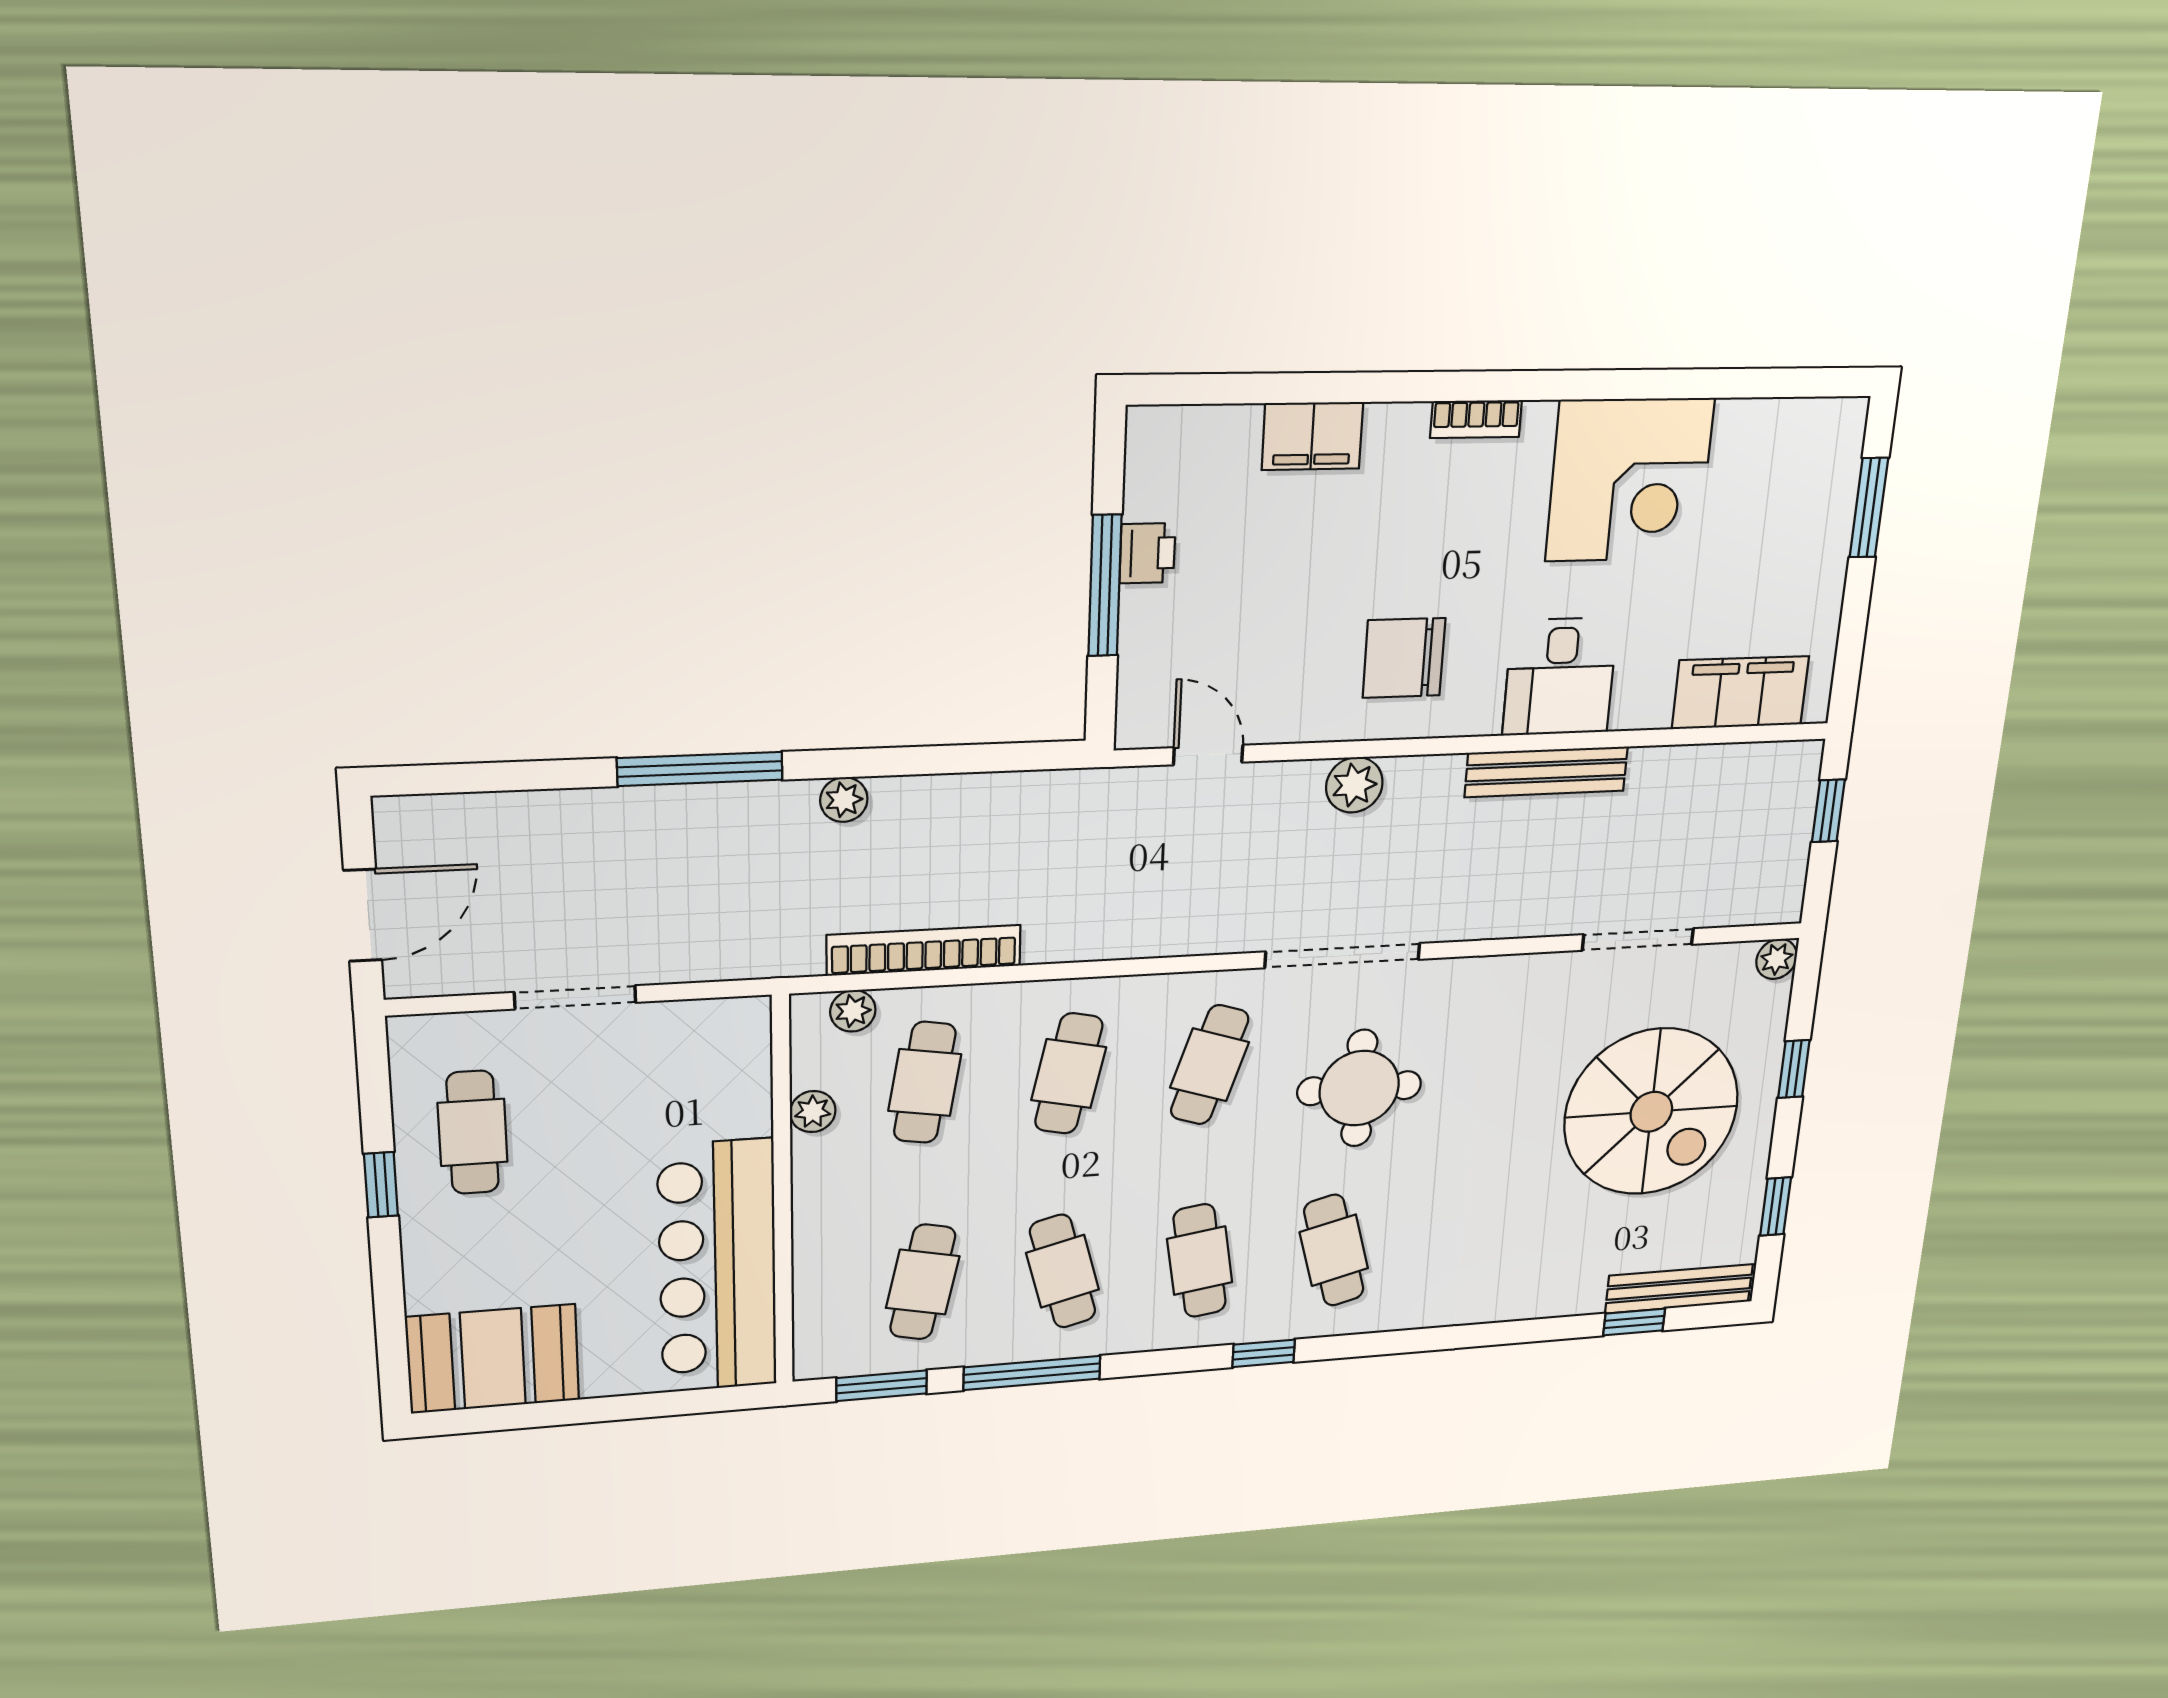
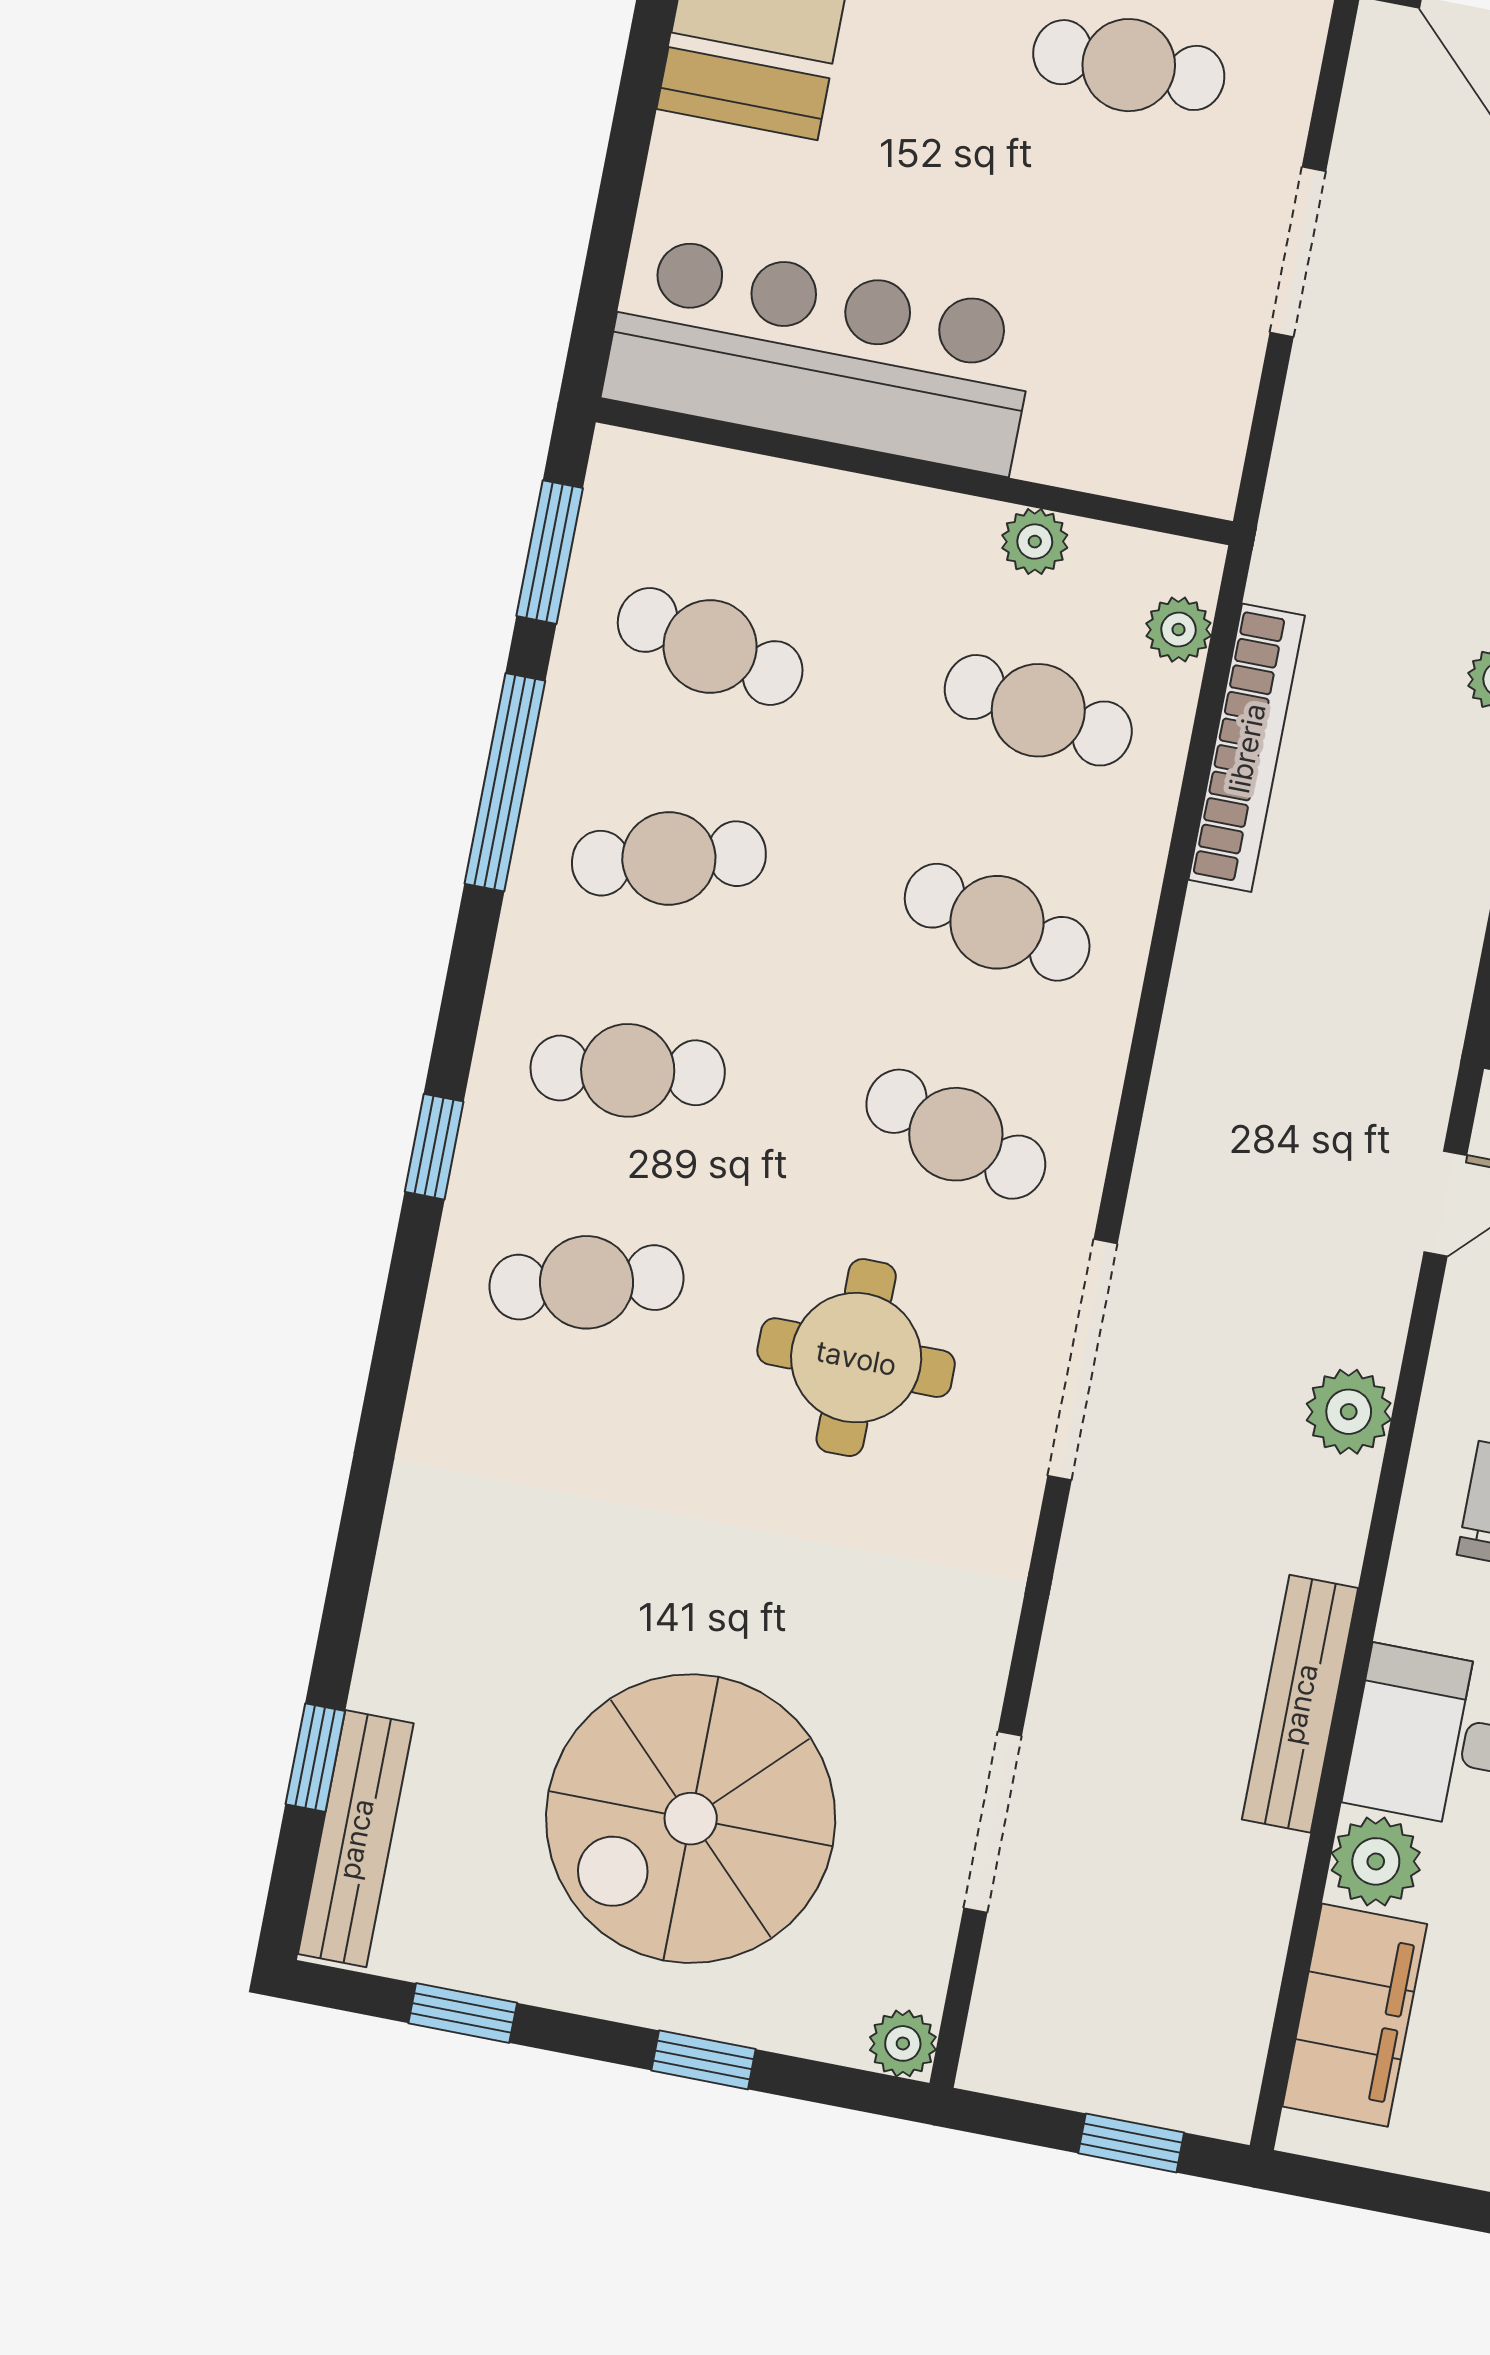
plant: (1642, 702) -> (1376, 1861), added

